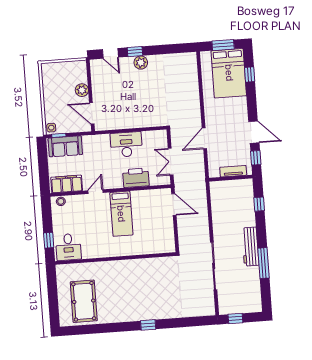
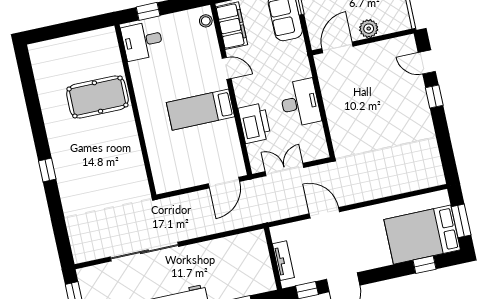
door: (110, 53) -> (427, 62), hinge flipped
plant: (141, 63) -> (420, 107), removed
pool table: (84, 301) -> (97, 97), moved

